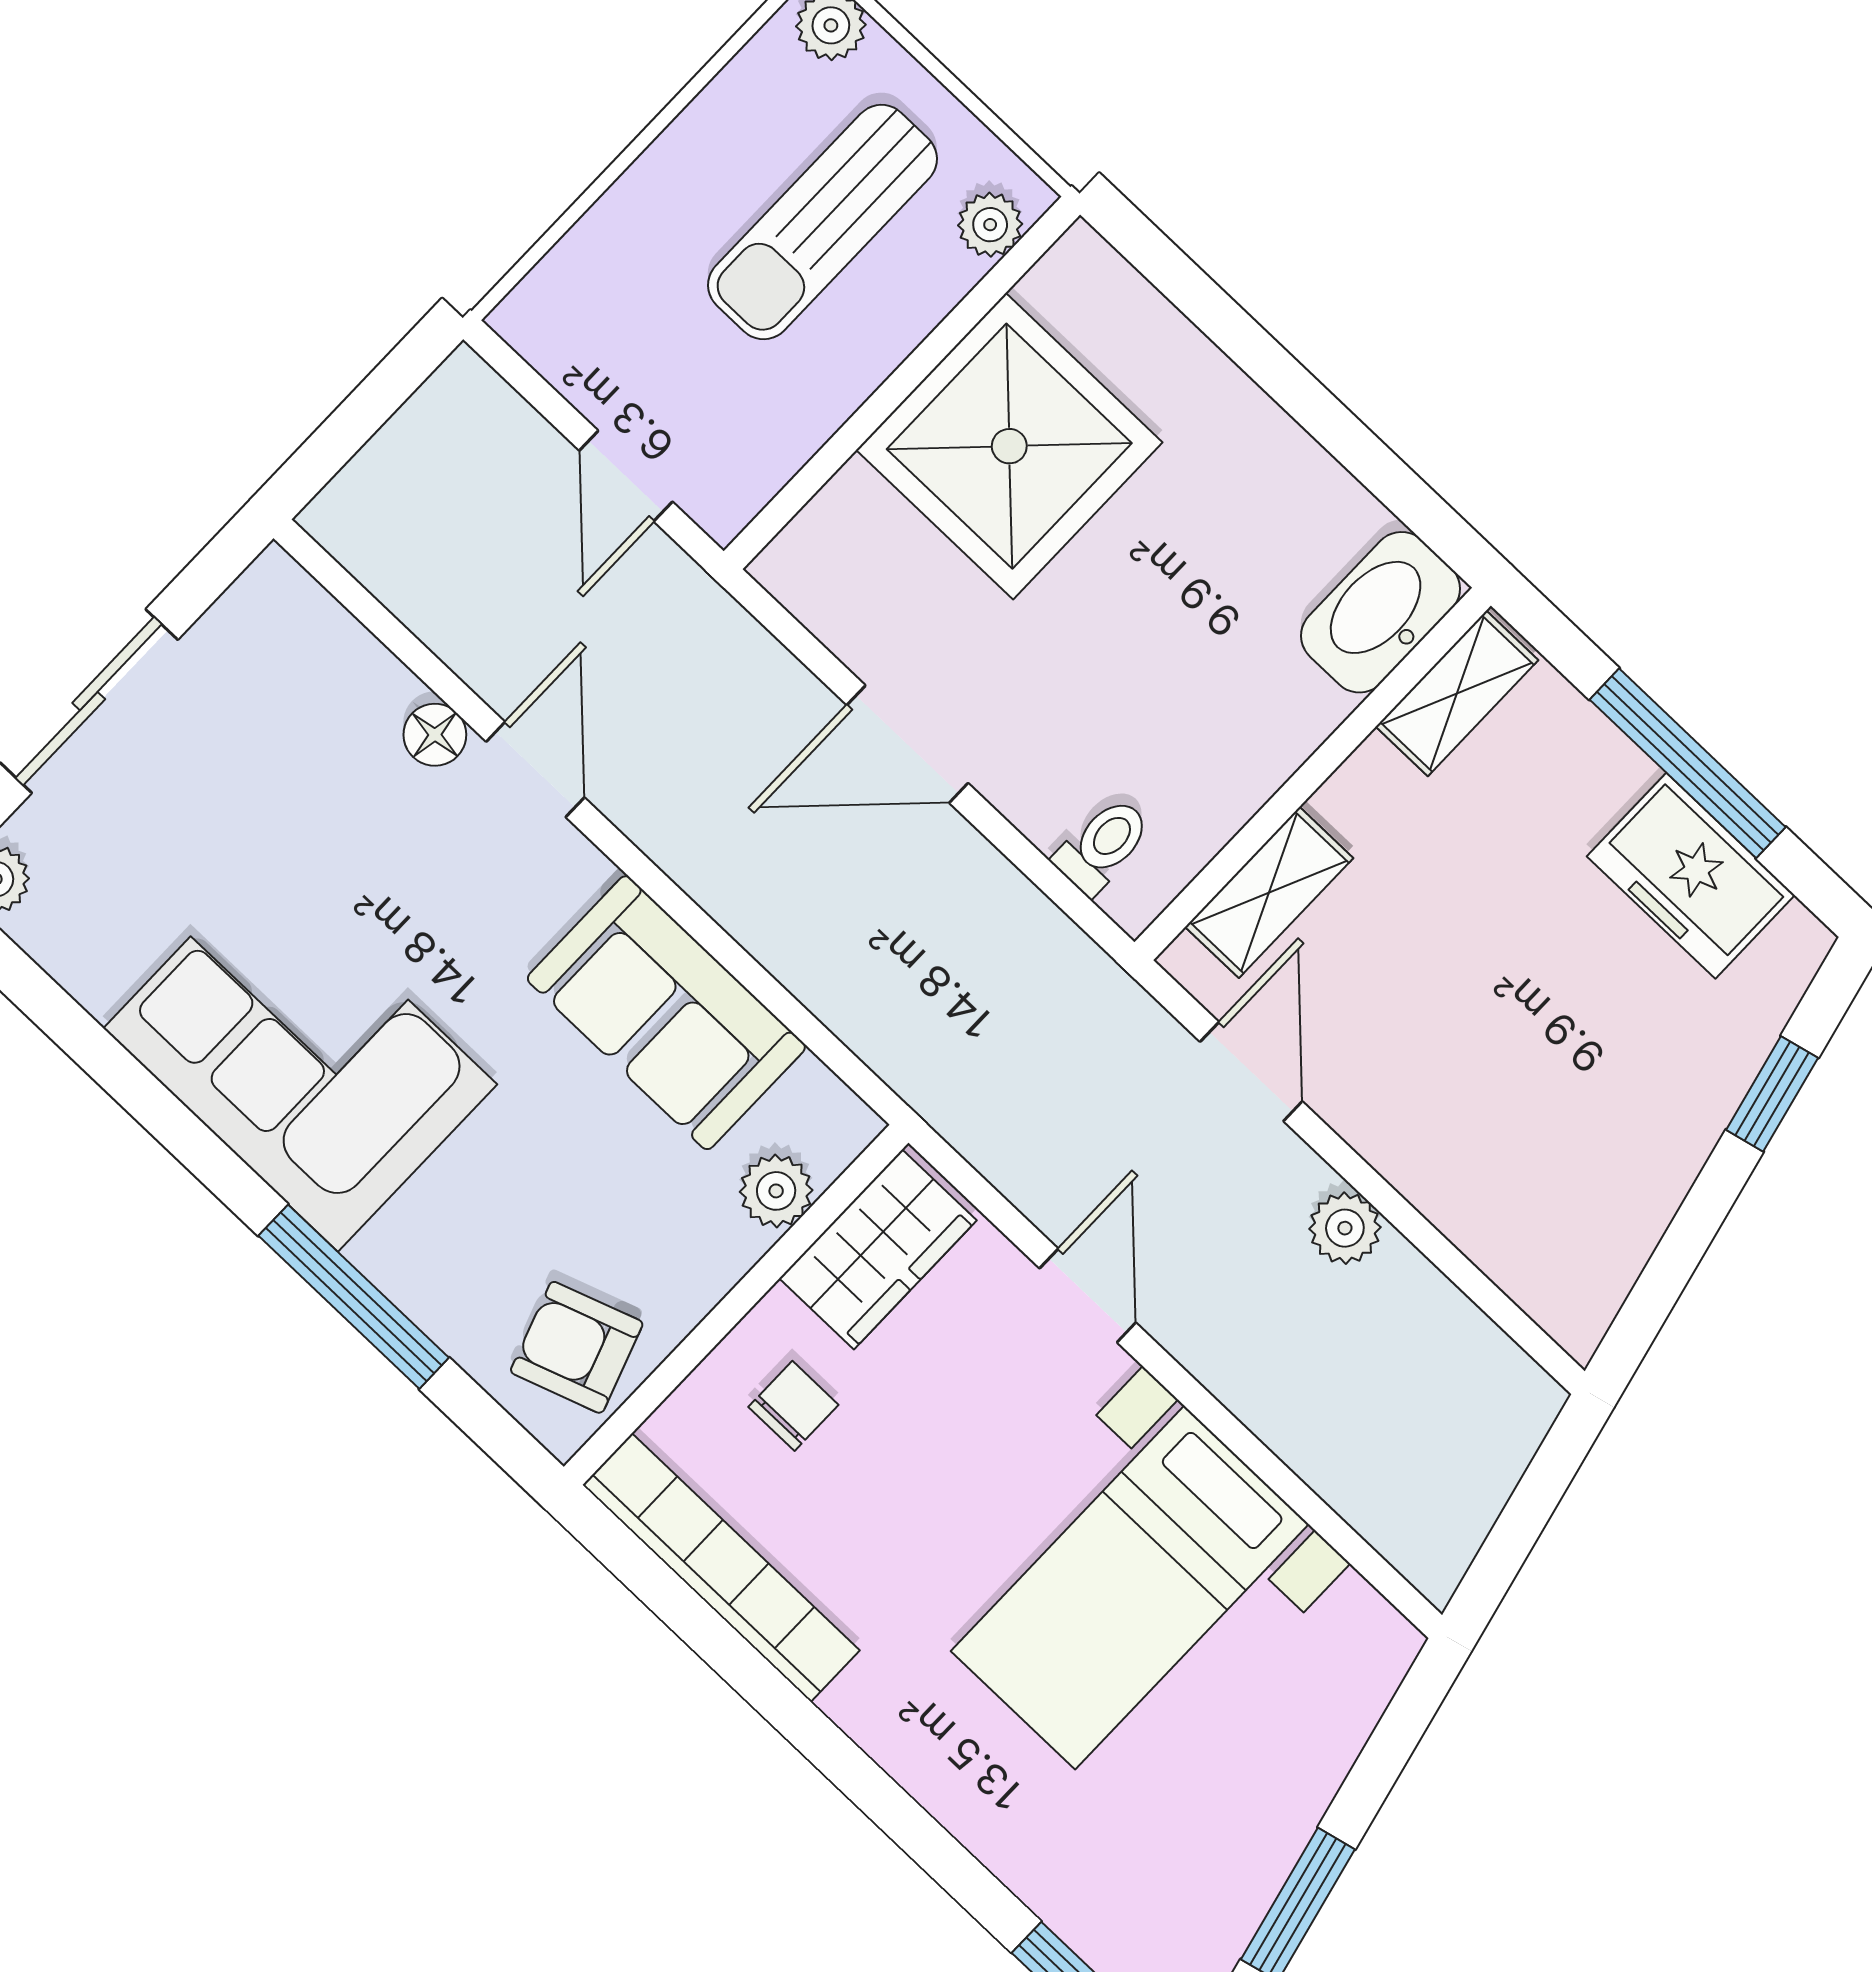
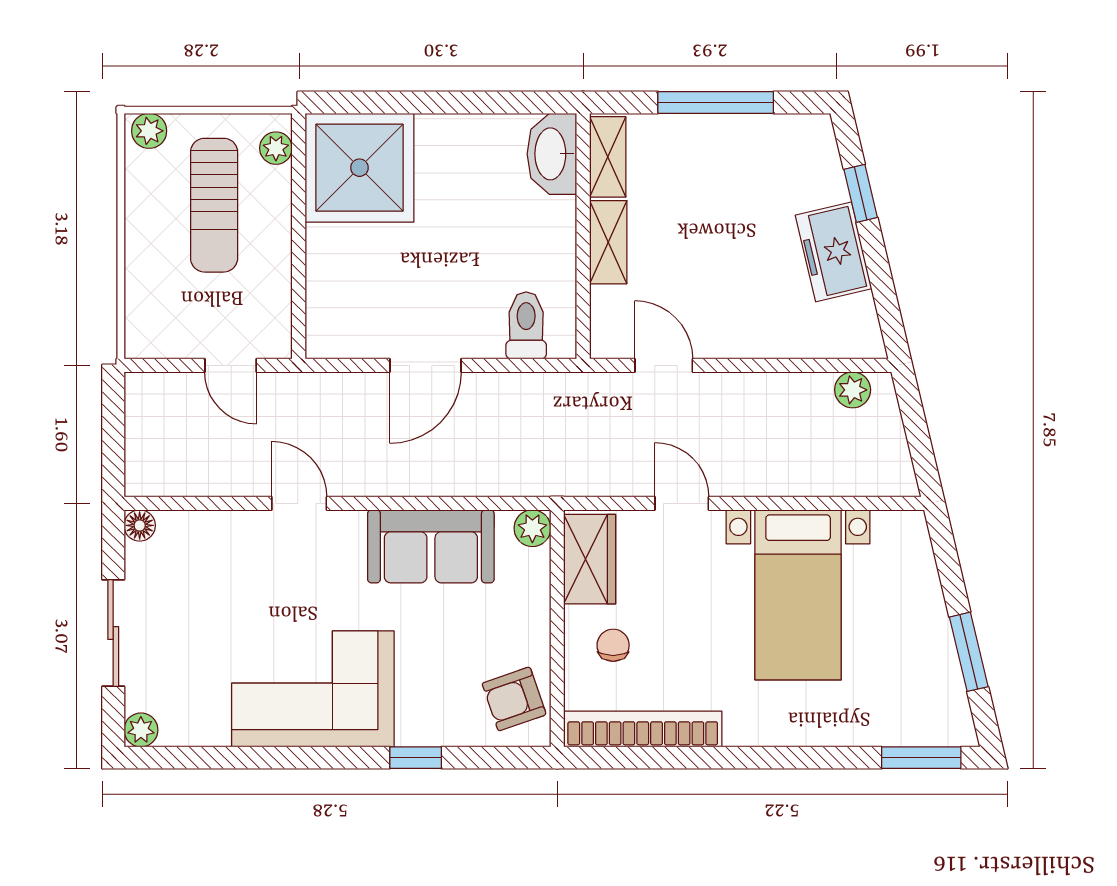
shower: (1009, 446) -> (359, 168), moved
floor lamp: (435, 735) -> (140, 525), moved
toilet: (1103, 846) -> (526, 325), width x1.37, depth x1.39
freezer: (1691, 876) -> (834, 252), moved, turned 77
shelving: (1269, 892) -> (608, 242), moved
plant: (776, 1191) -> (532, 528), moved
plant: (1345, 1228) -> (853, 390), moved
window: (354, 1297) -> (416, 758), width x0.46

